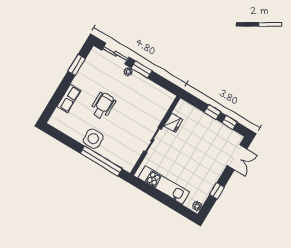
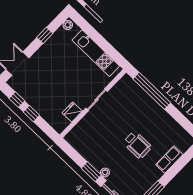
wheelchair: (103, 106) -> (137, 145), turned -90
side table: (93, 139) -> (154, 115), removed

